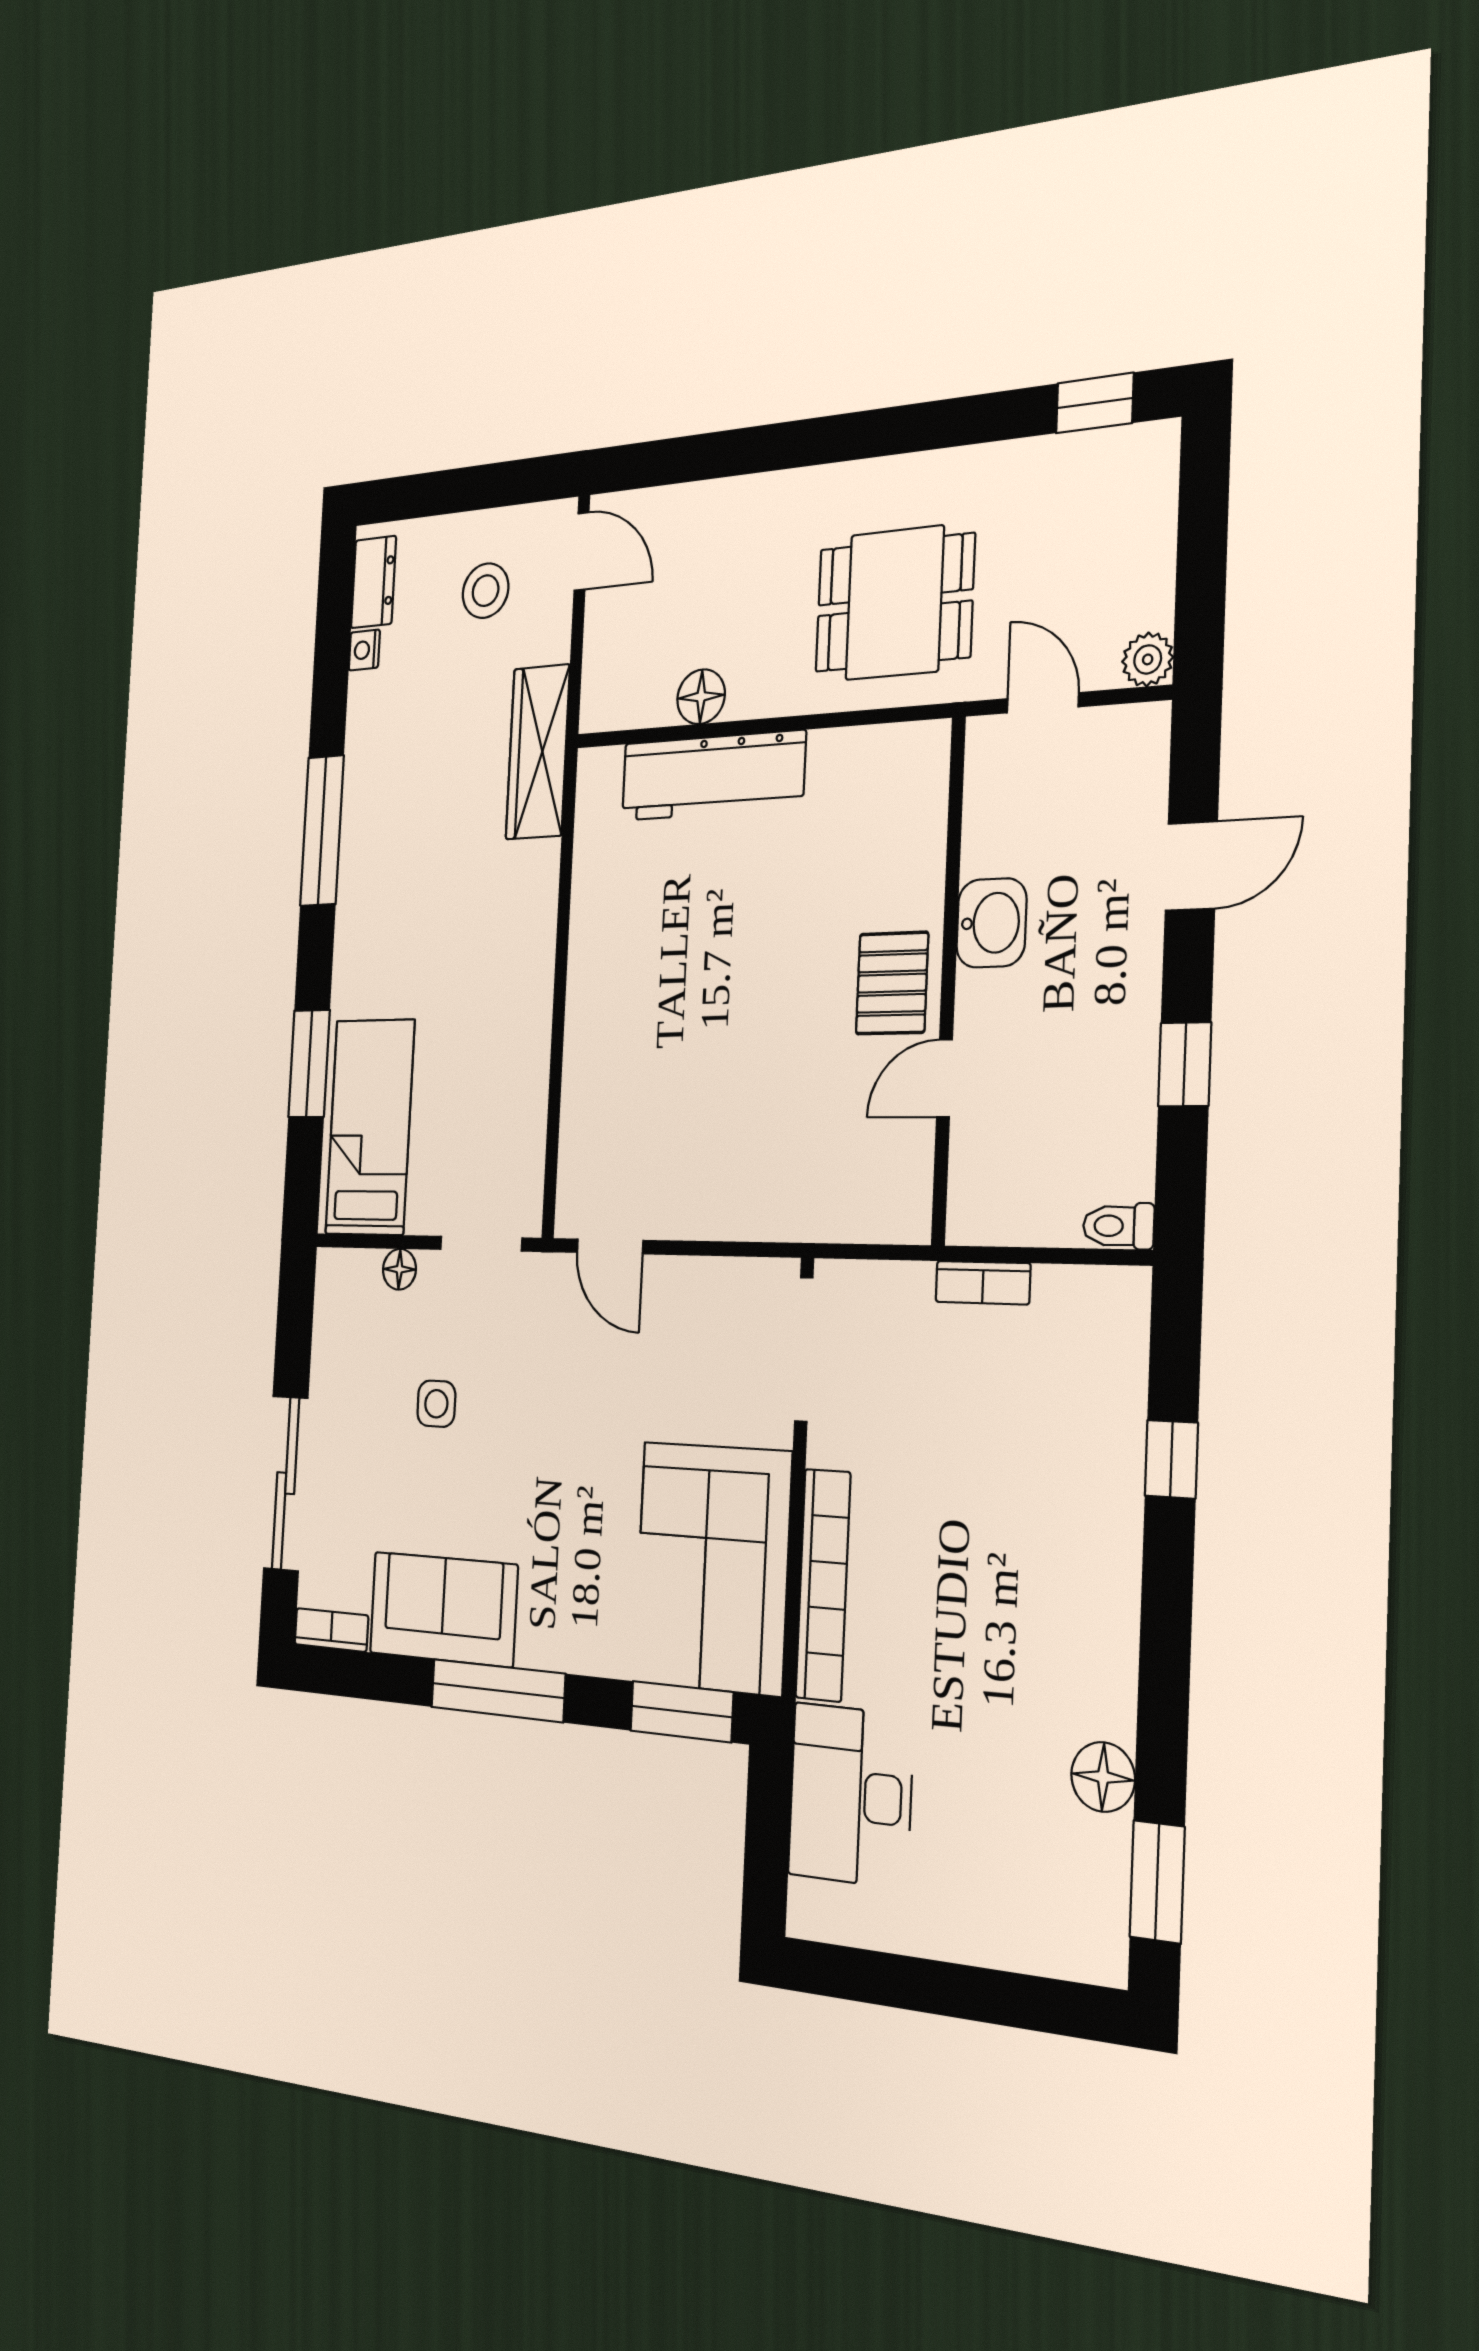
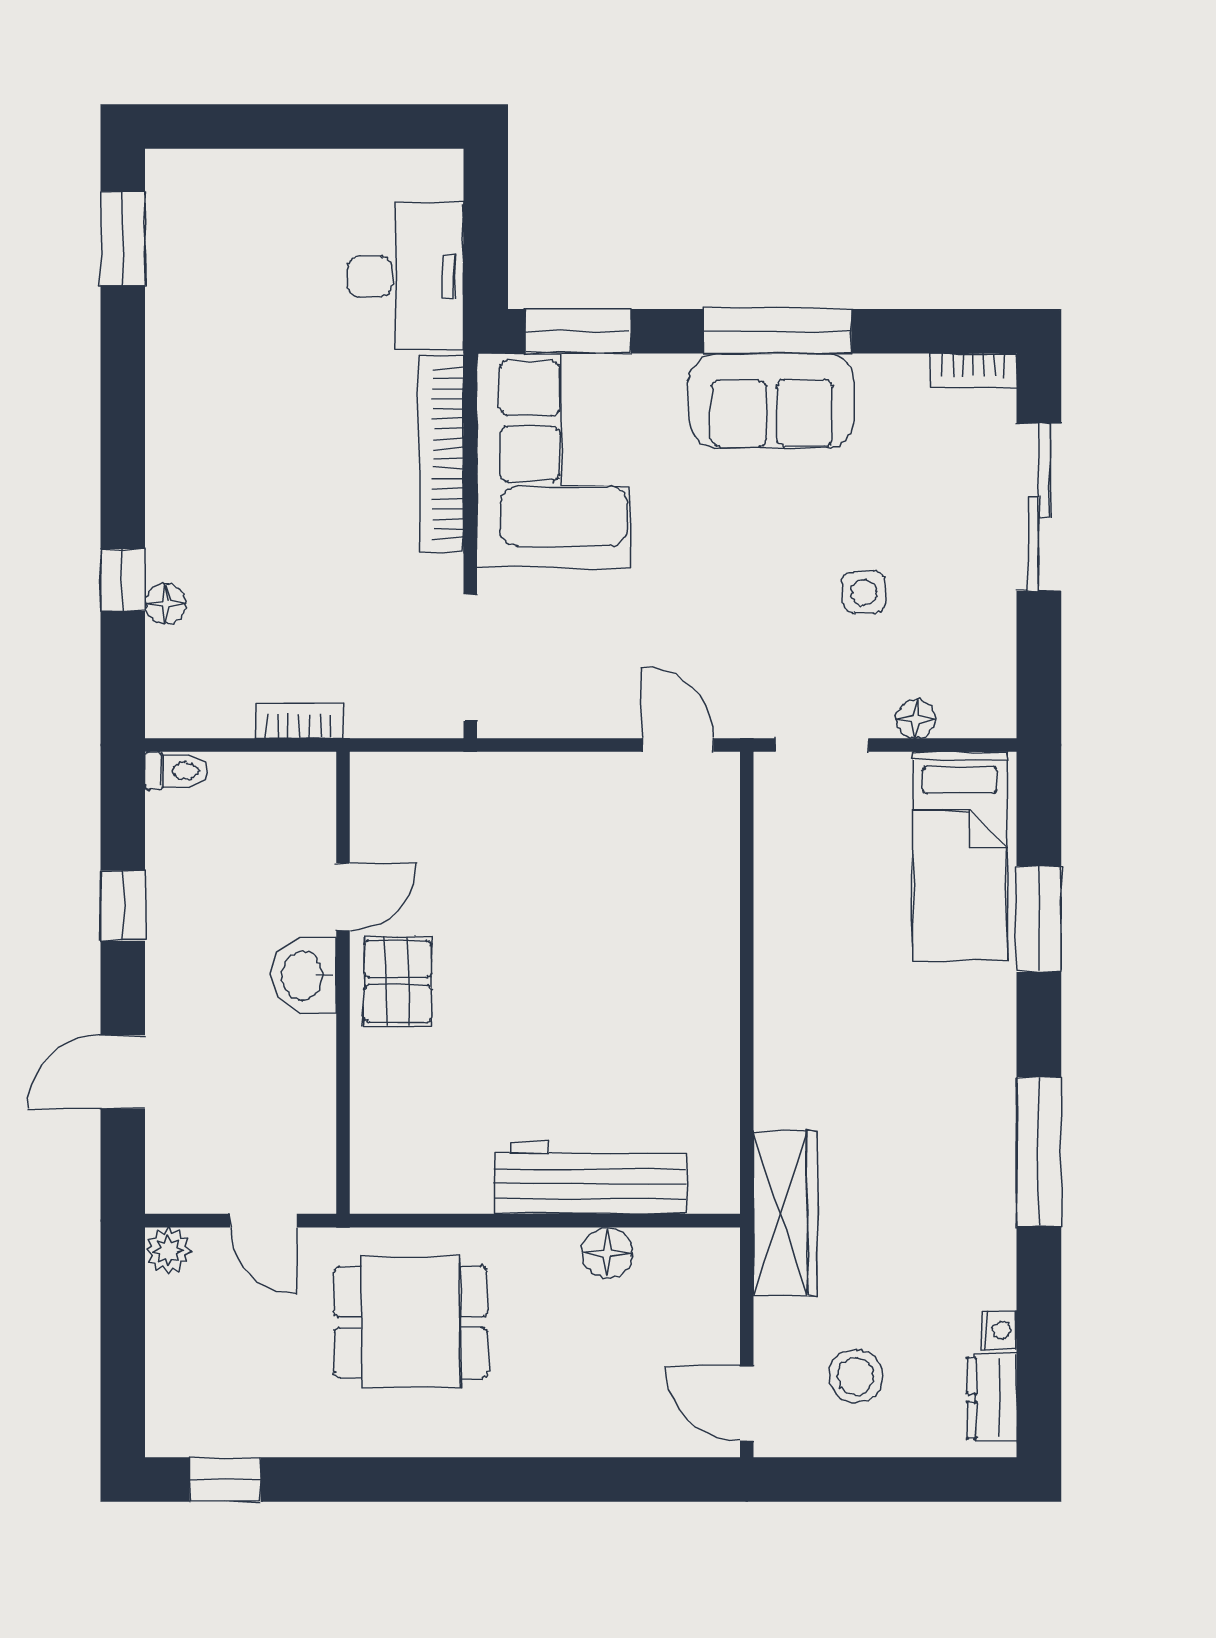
washbasin: (991, 923) -> (304, 975), moved
sofa: (443, 1609) -> (772, 401), moved
floor lamp: (1103, 1777) -> (166, 604), moved, width x0.73, depth x0.73

